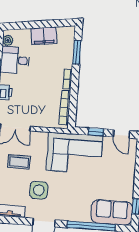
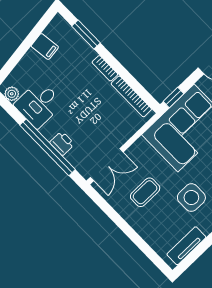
filing cabinet: (44, 36) -> (45, 47), width x0.50
window: (96, 132) -> (173, 97), moved

